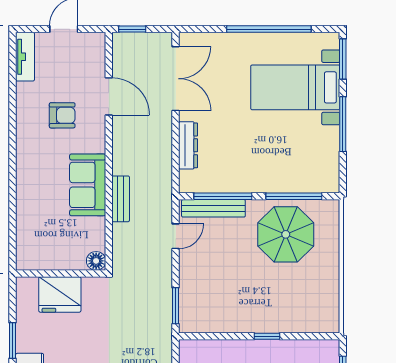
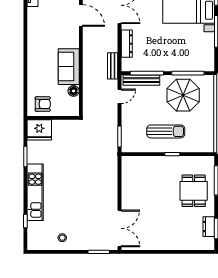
armchair: (62, 115) -> (43, 104), moved
bench: (121, 199) -> (113, 66), moved
floor lamp: (96, 261) -> (74, 91), moved
fridge: (60, 295) -> (39, 130), moved
sun lounger: (256, 297) -> (166, 131), added

